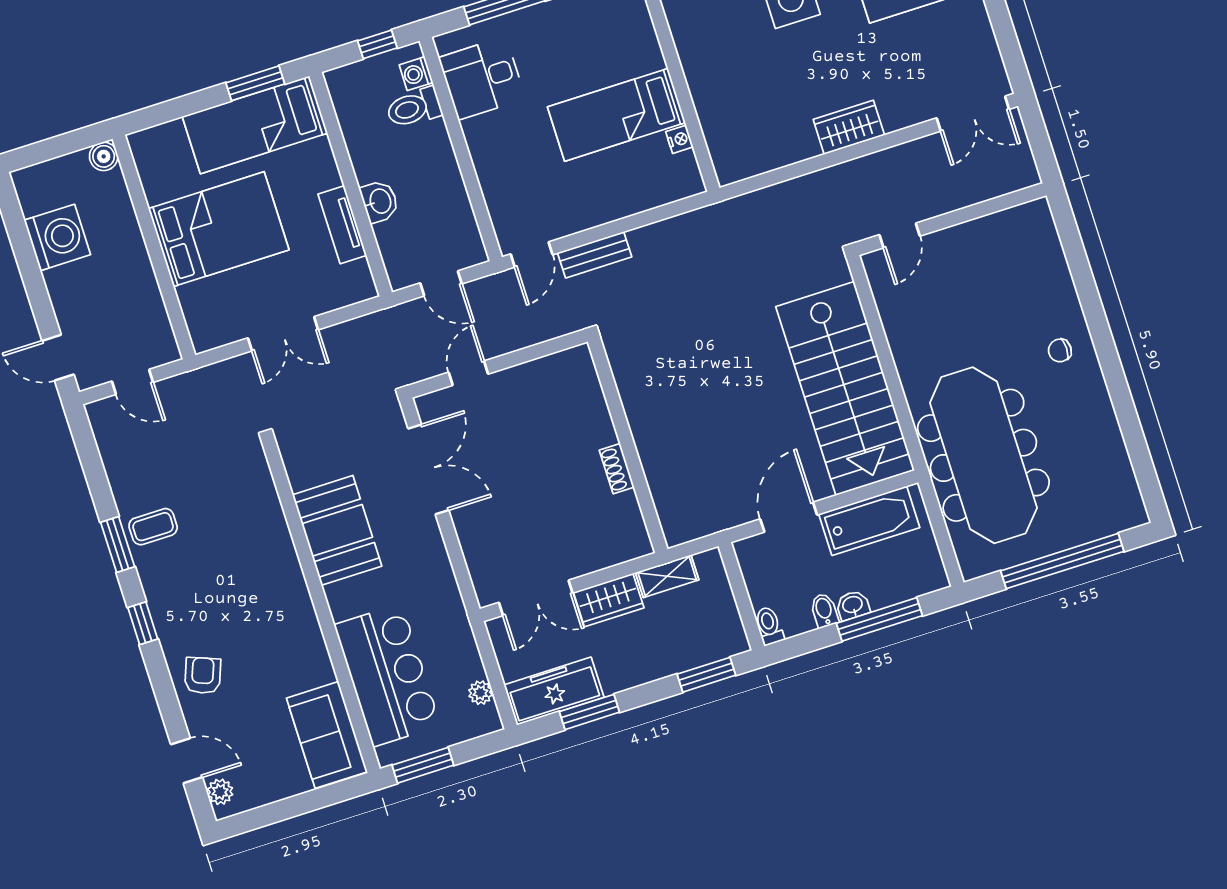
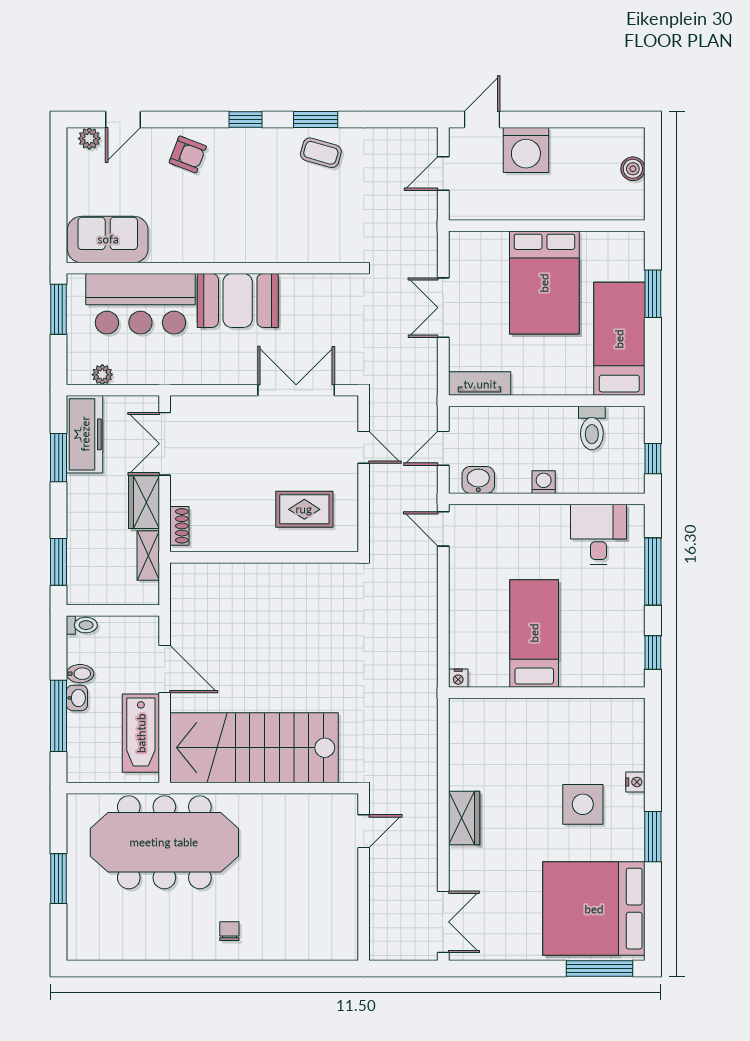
washing machine: (416, 74) -> (544, 482), moved
window: (255, 83) -> (653, 294), moved
toilet: (414, 108) -> (592, 428), moved, turned 180
double door: (973, 114) -> (443, 922), swing flipped
nightstand: (679, 139) -> (458, 678), moved
boiler: (104, 156) -> (633, 169), moved
washbasin: (380, 201) -> (478, 480), moved, turned 180
tv unit: (342, 225) -> (480, 384), moved
door: (900, 235) -> (364, 831), swing flipped
washing machine: (57, 237) -> (526, 150), moved
bench: (595, 255) -> (427, 580), removed
rug: (559, 417) -> (304, 509), added
double door: (428, 469) -> (296, 390), swing flipped
shoe rack: (617, 469) -> (179, 526), moved, turned 90
coffee table: (153, 527) -> (321, 153), turned -74
booth: (337, 530) -> (238, 300), moved
window: (1062, 561) -> (59, 879), width x0.47

